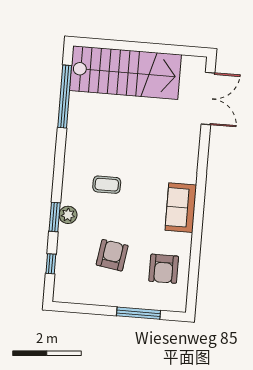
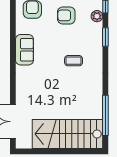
plant: (68, 215) -> (97, 16), moved
armchair: (112, 255) -> (66, 15), turned 81

